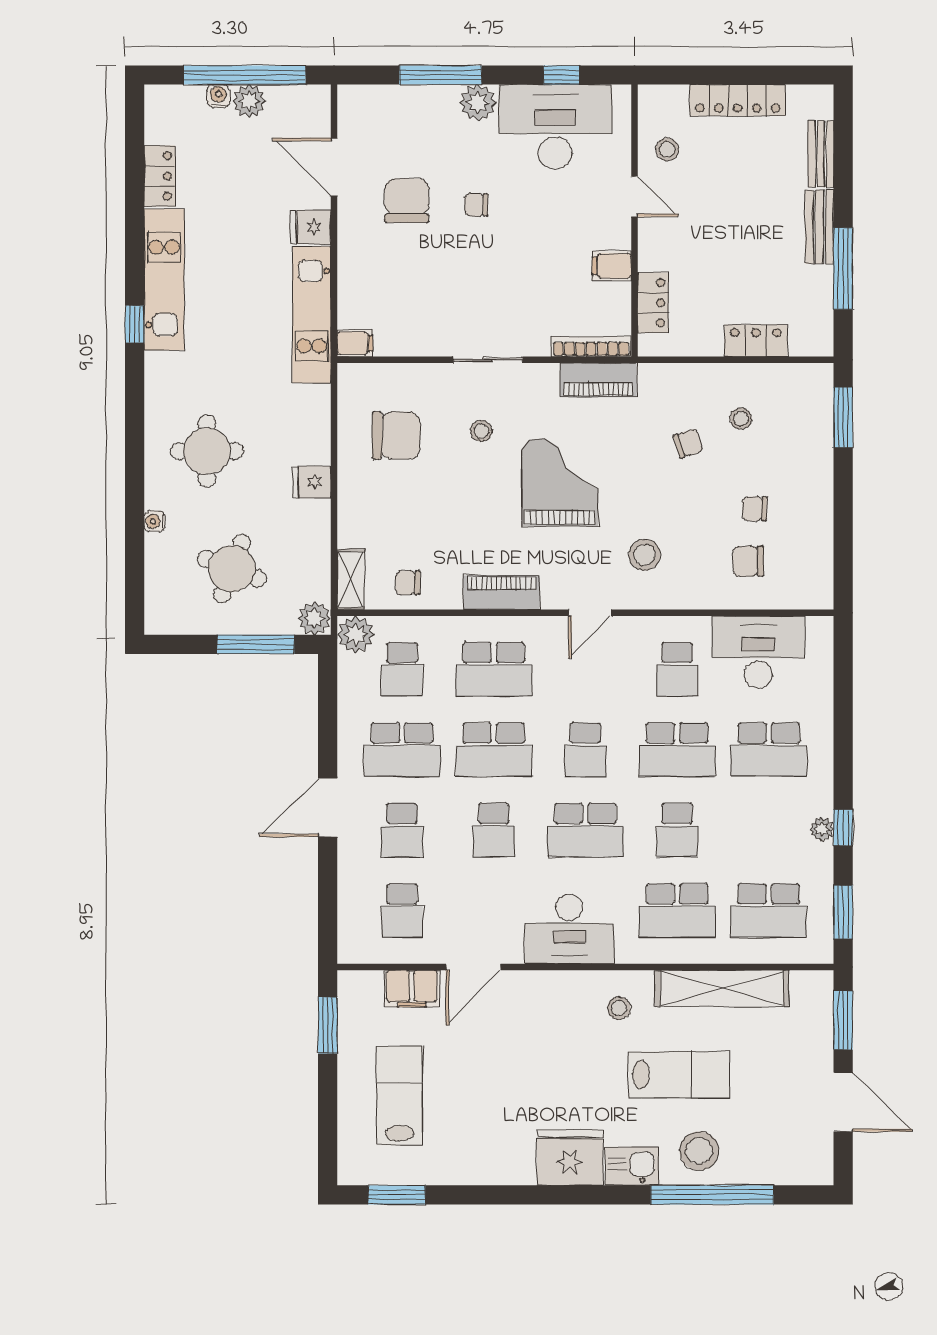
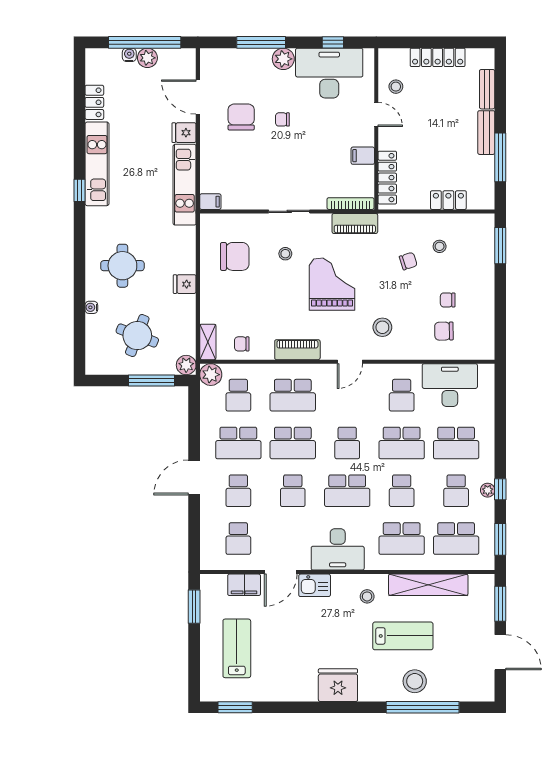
locker: (653, 303) -> (387, 178), width x1.53
school desk: (769, 830) -> (456, 491), added
kitchen sink: (632, 1166) -> (315, 585), moved, turned 180

